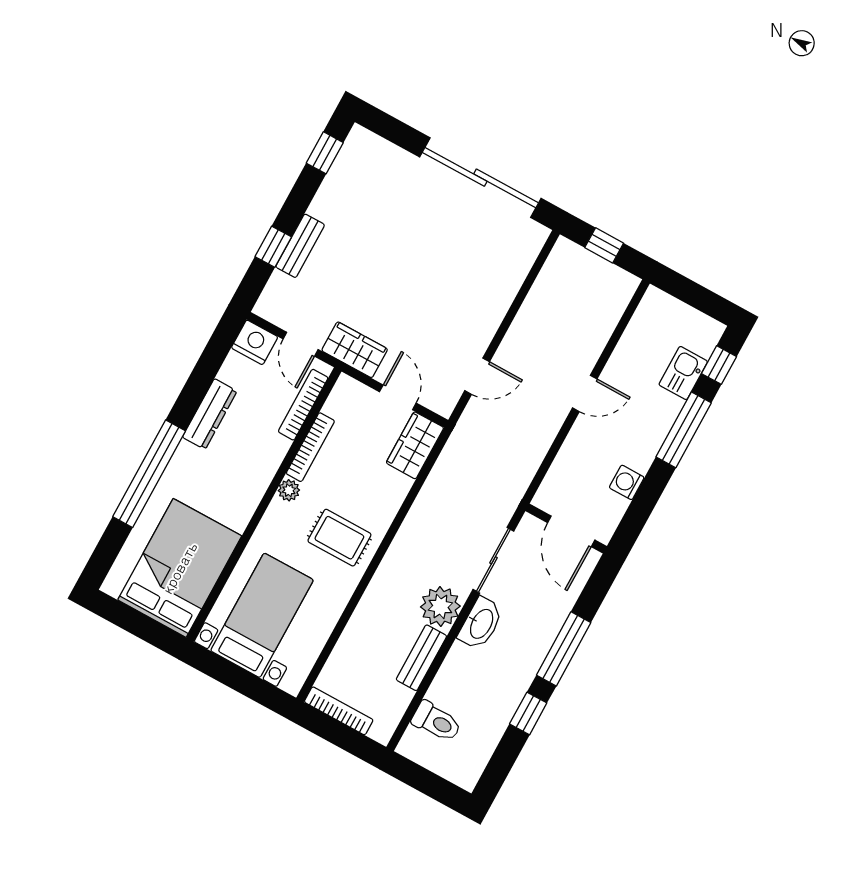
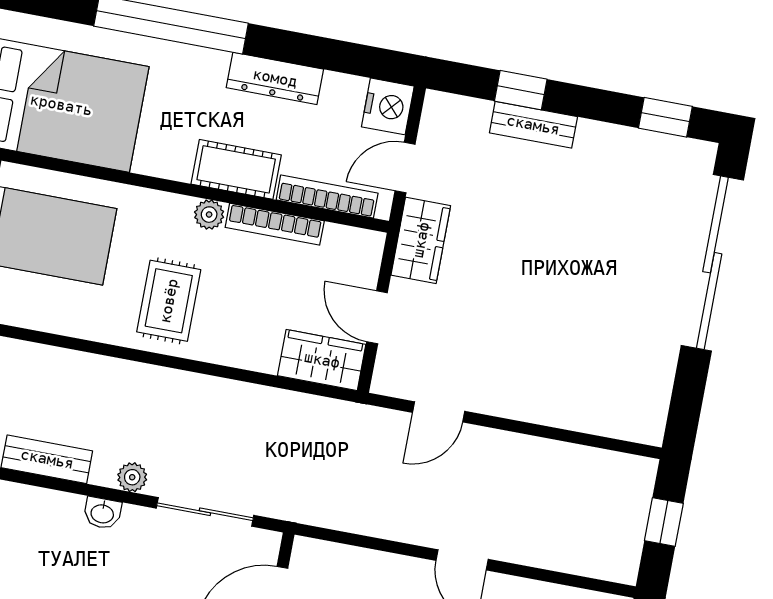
sliding door: (480, 178) -> (712, 263), moved
door: (477, 376) -> (439, 412), hinge flipped
door: (398, 397) -> (377, 317), swing flipped
cot: (264, 461) -> (236, 169), added
plant: (440, 607) -> (132, 477), width x0.53, depth x0.53
washbasin: (481, 623) -> (102, 513), width x0.52, depth x0.69

